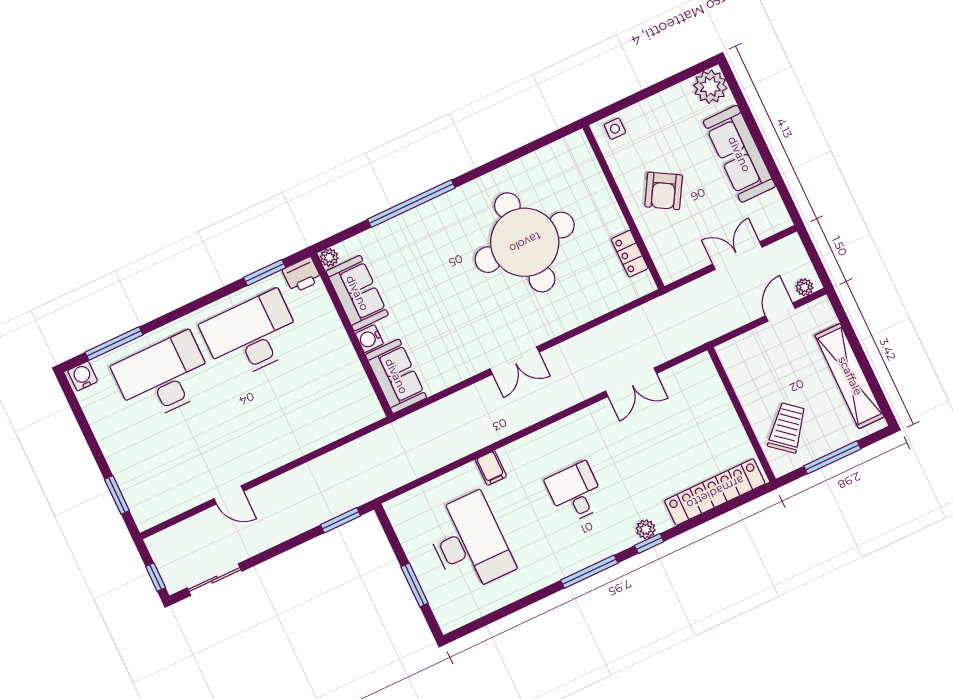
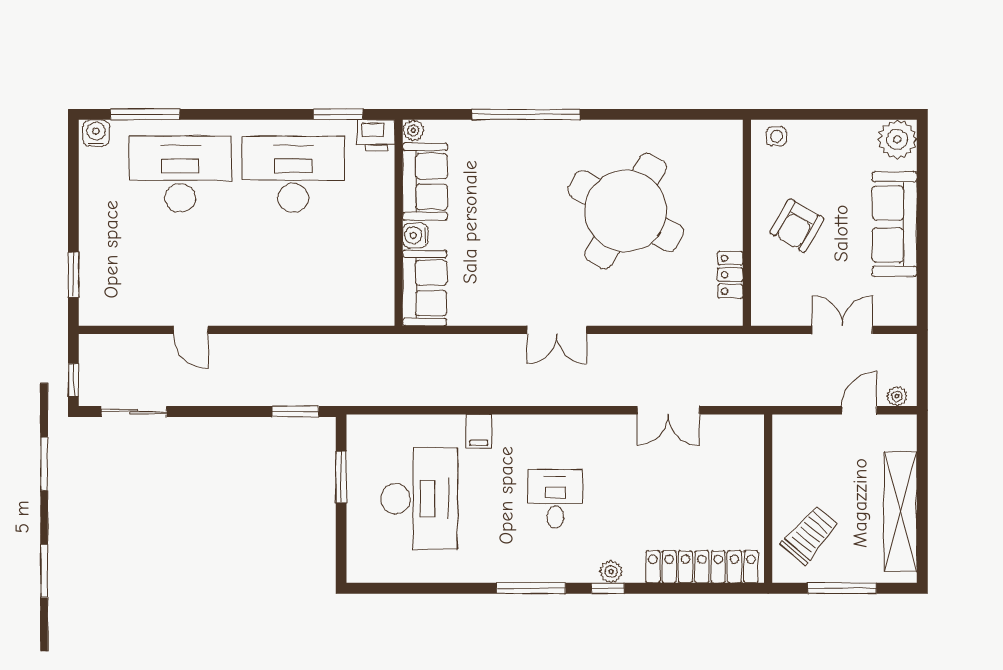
round table: (525, 242) -> (626, 211), turned 30
window: (415, 585) -> (341, 477), moved

